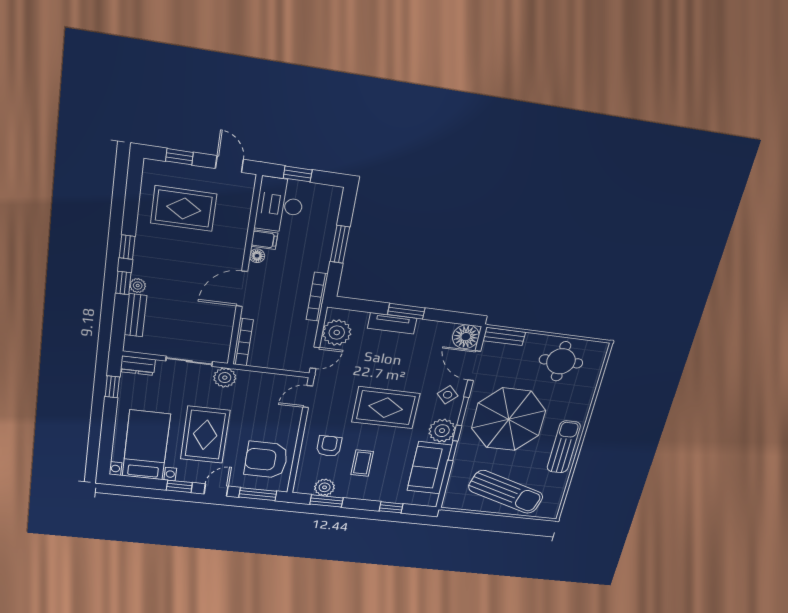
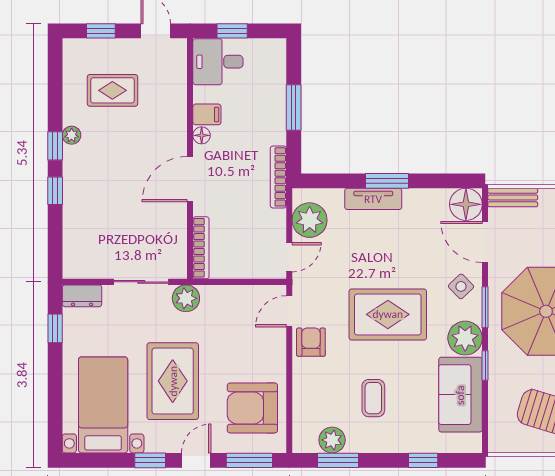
desk: (280, 205) -> (218, 62), width x0.73
rug: (184, 209) -> (112, 90), width x0.73, depth x0.70
plant: (138, 286) -> (72, 135), moved
bench: (135, 315) -> (73, 230), removed
armchair: (329, 446) -> (311, 342), moved

